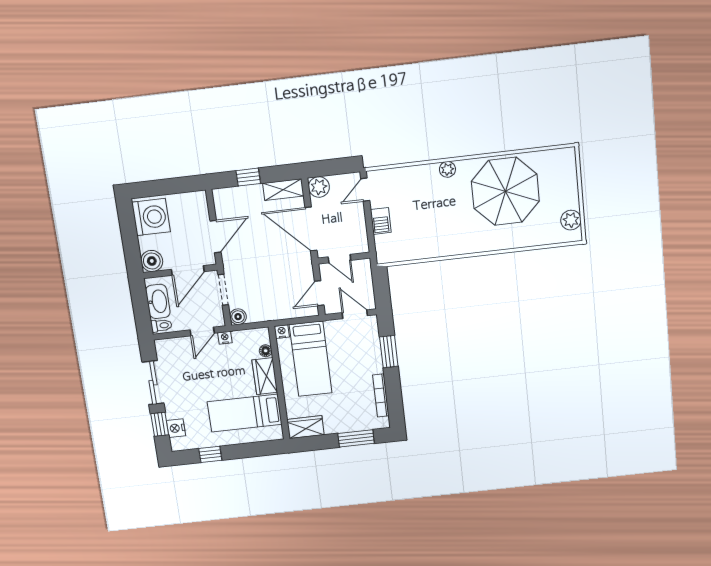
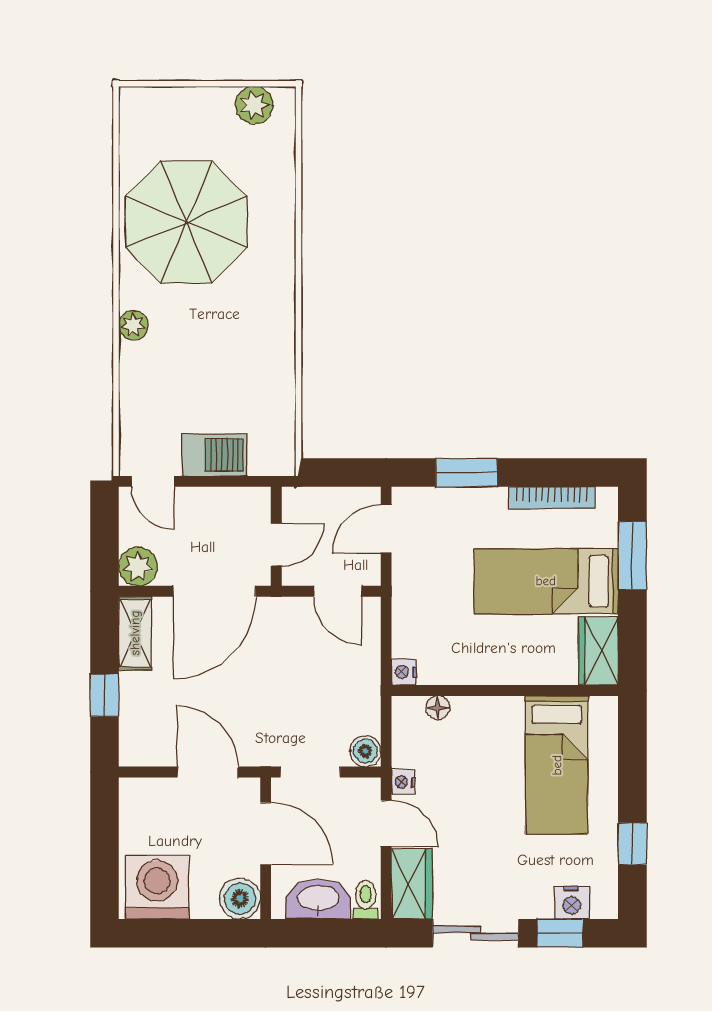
barbecue: (381, 221) -> (215, 455), width x1.38, depth x1.27
bed: (311, 359) -> (546, 581), moved, turned 180
wardrobe: (265, 376) -> (412, 884), moved, turned -90

